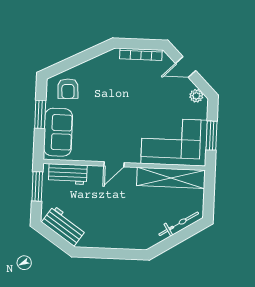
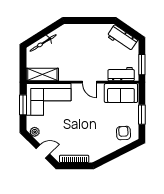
sofa: (58, 132) -> (121, 93), moved, turned -90
door: (114, 164) -> (89, 82), swing flipped
shelving: (171, 178) -> (42, 74), width x0.68

